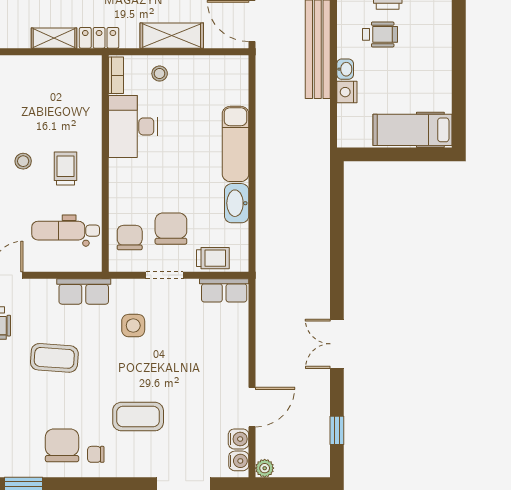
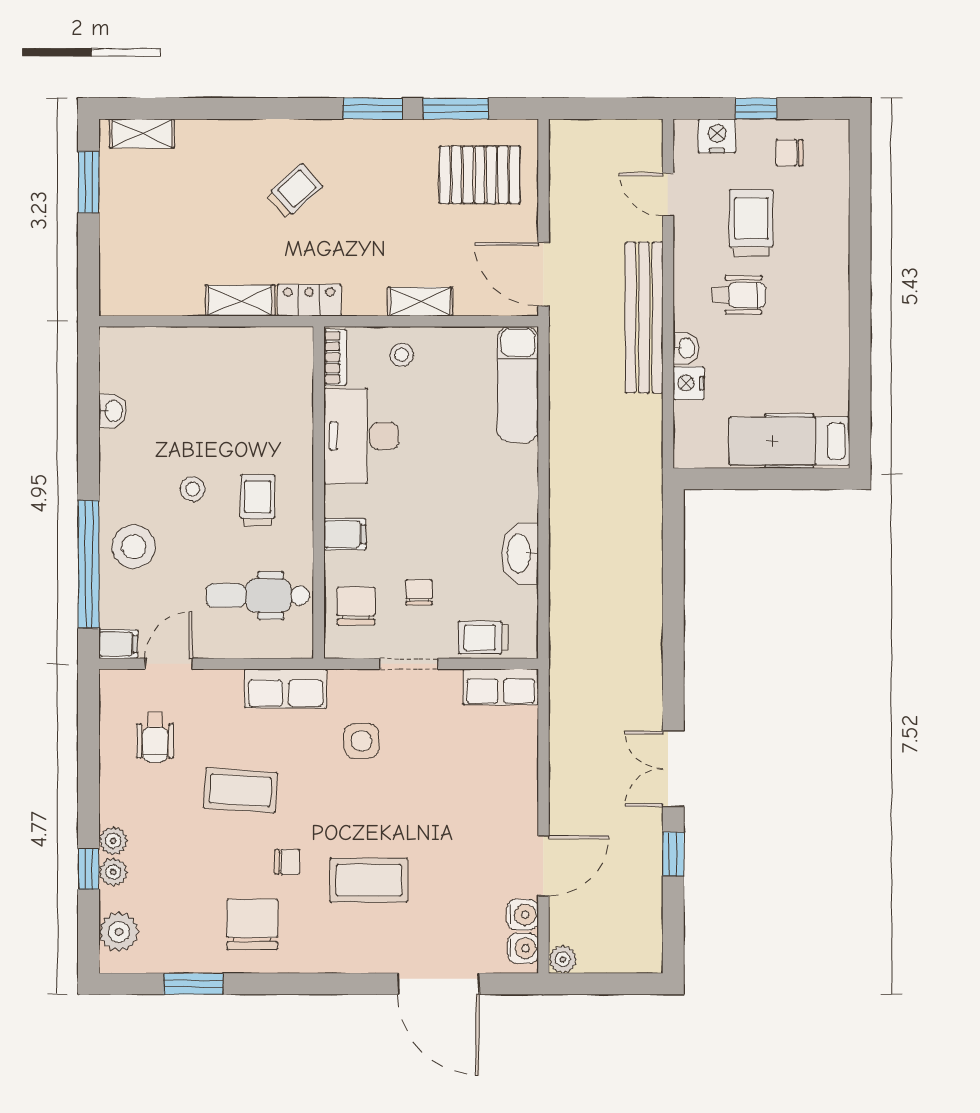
shelving: (172, 36) -> (420, 302), width x0.67, depth x0.75
exam couch: (235, 144) -> (518, 384), moved
filing cabinet: (122, 191) -> (345, 534), added
chair: (171, 229) -> (419, 592), width x0.54, depth x0.54
trolley: (213, 258) -> (483, 638), turned 180
window: (337, 430) -> (673, 854), moved
chair: (96, 454) -> (287, 862), moved, turned 180

